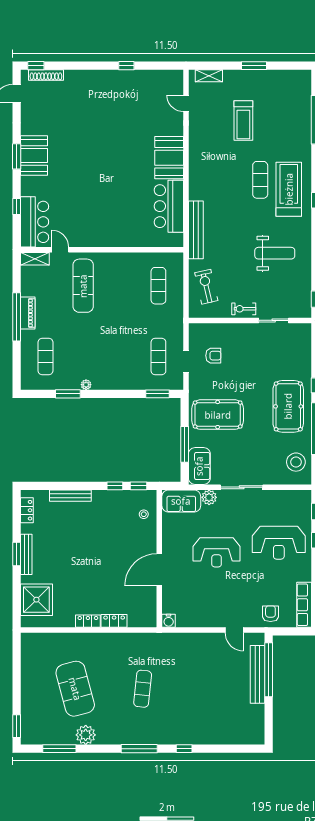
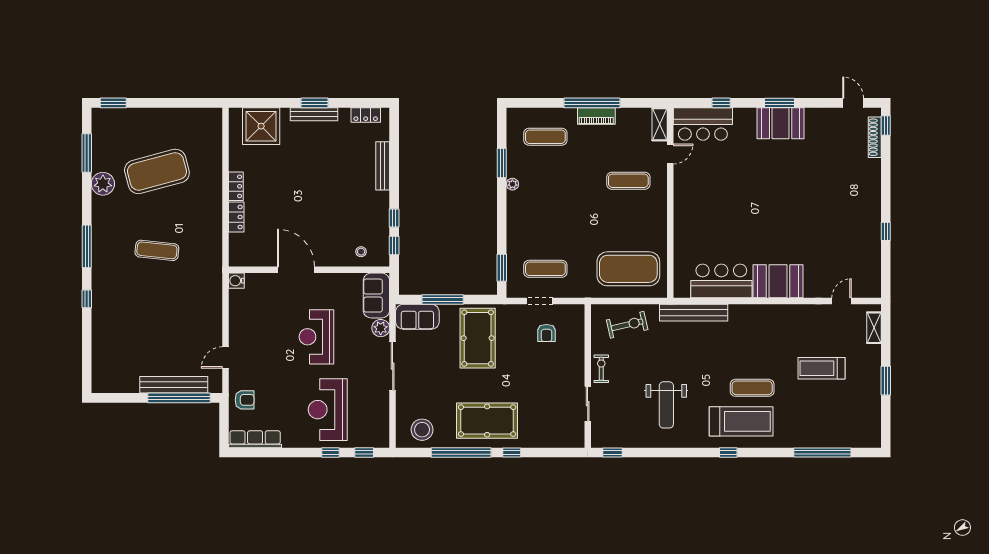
exercise mat: (83, 286) -> (628, 181), width x0.73, depth x0.69
exercise mat: (158, 286) -> (628, 269), width x2.00, depth x1.45

